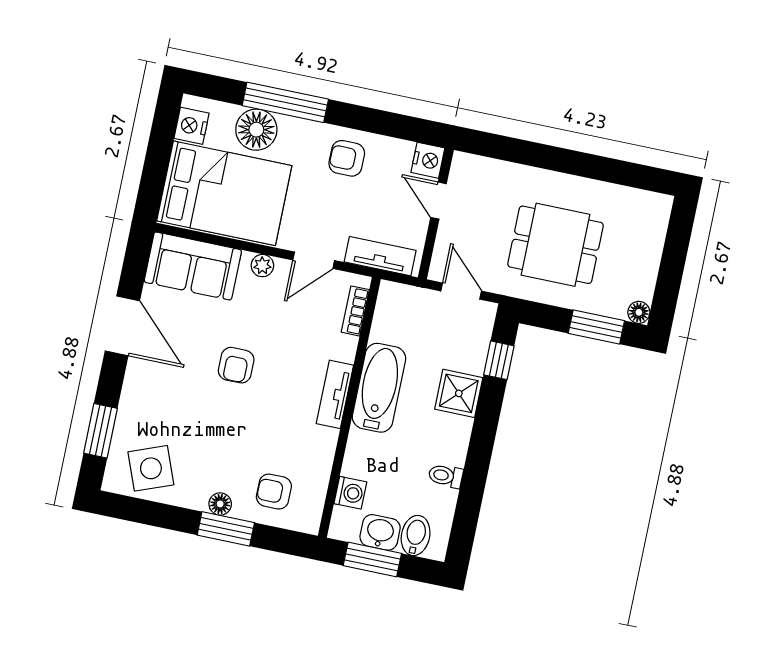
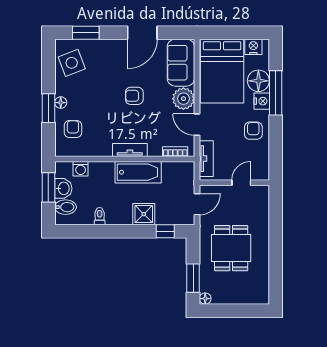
nightstand: (428, 160) -> (262, 101), moved, turned -90
plant: (262, 266) -> (183, 99), width x1.87, depth x1.87

